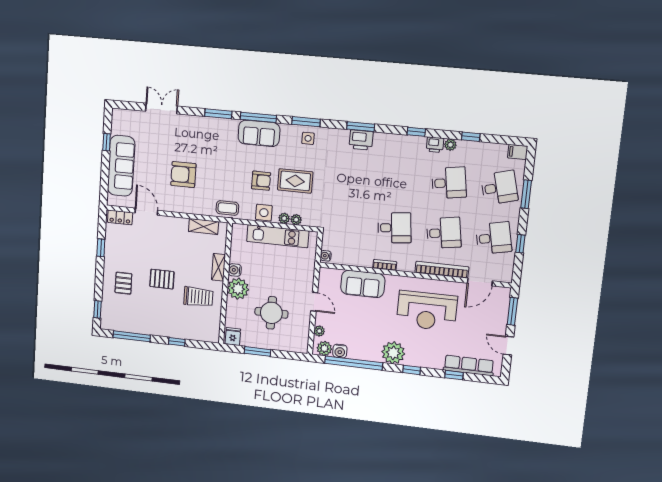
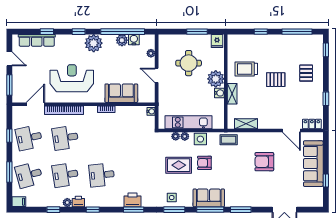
armchair: (183, 174) -> (264, 162), turned 180
desk: (394, 228) -> (102, 175), moved
plant: (324, 348) -> (122, 40), moved

